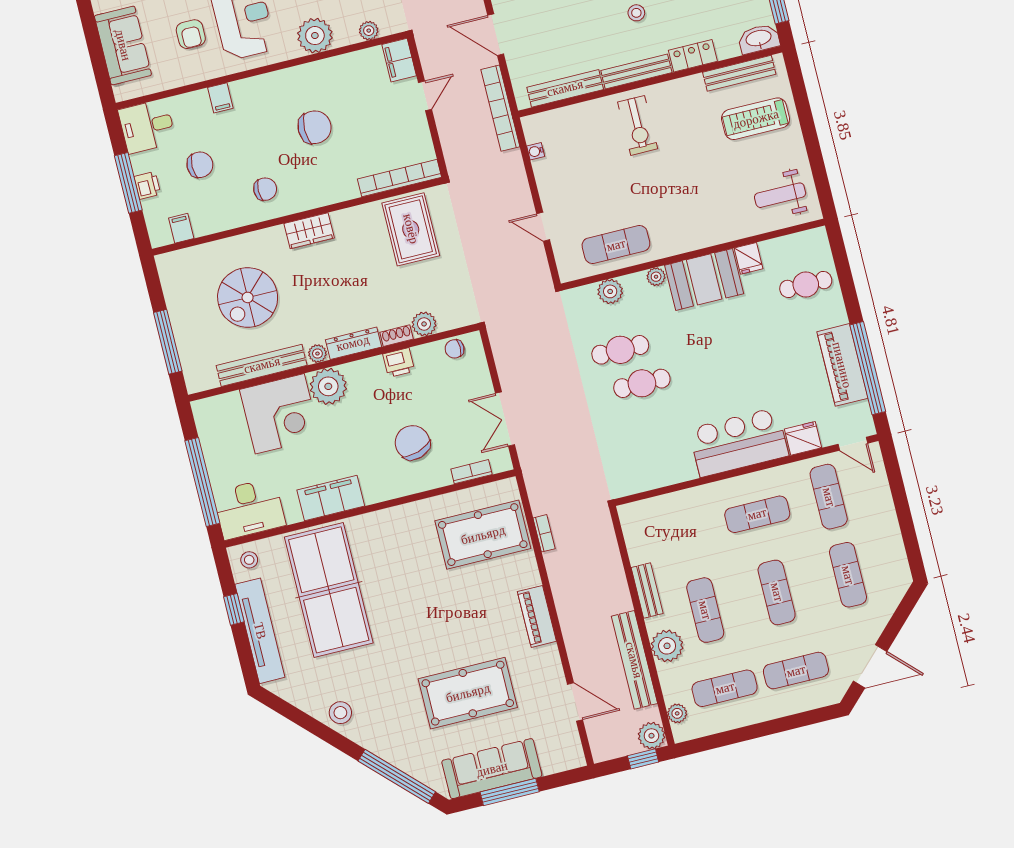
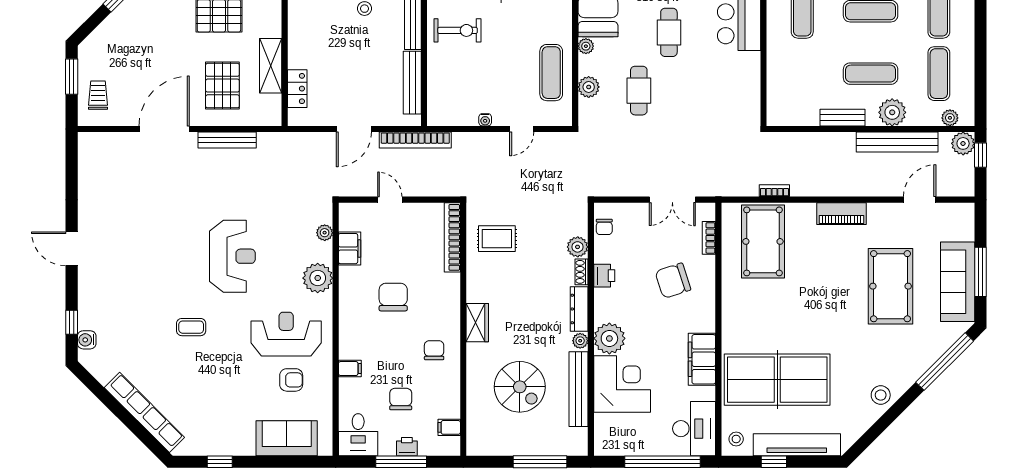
filing cabinet: (399, 60) -> (350, 249), moved, turned -90
water cooler: (536, 151) -> (485, 120), moved
rug: (411, 229) -> (497, 239), width x0.73, depth x0.70
cafe table: (642, 383) -> (669, 32), moved

